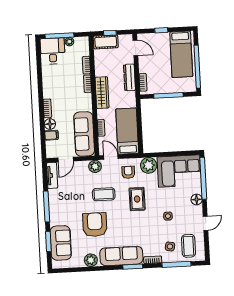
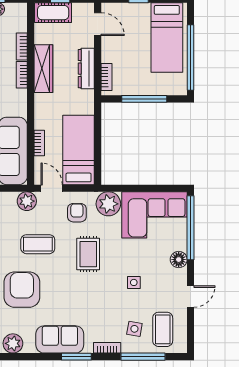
wardrobe: (102, 93) -> (43, 69), moved
sofa: (121, 256) -> (60, 339), width x0.73

